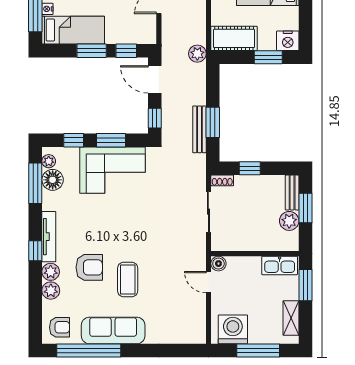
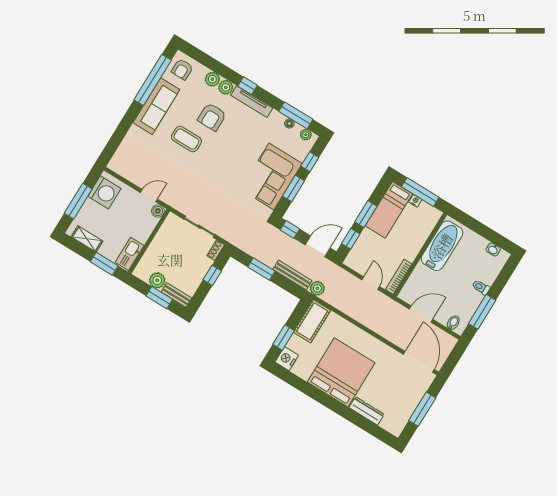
bench: (199, 129) -> (292, 275), moved
floor lamp: (53, 180) -> (289, 123), width x0.53, depth x0.53

